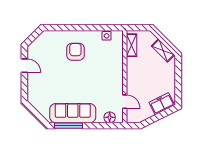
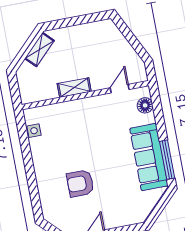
shelving: (132, 45) -> (74, 88), moved
armchair: (75, 52) -> (80, 183), moved
freezer: (162, 104) -> (113, 37), removed

